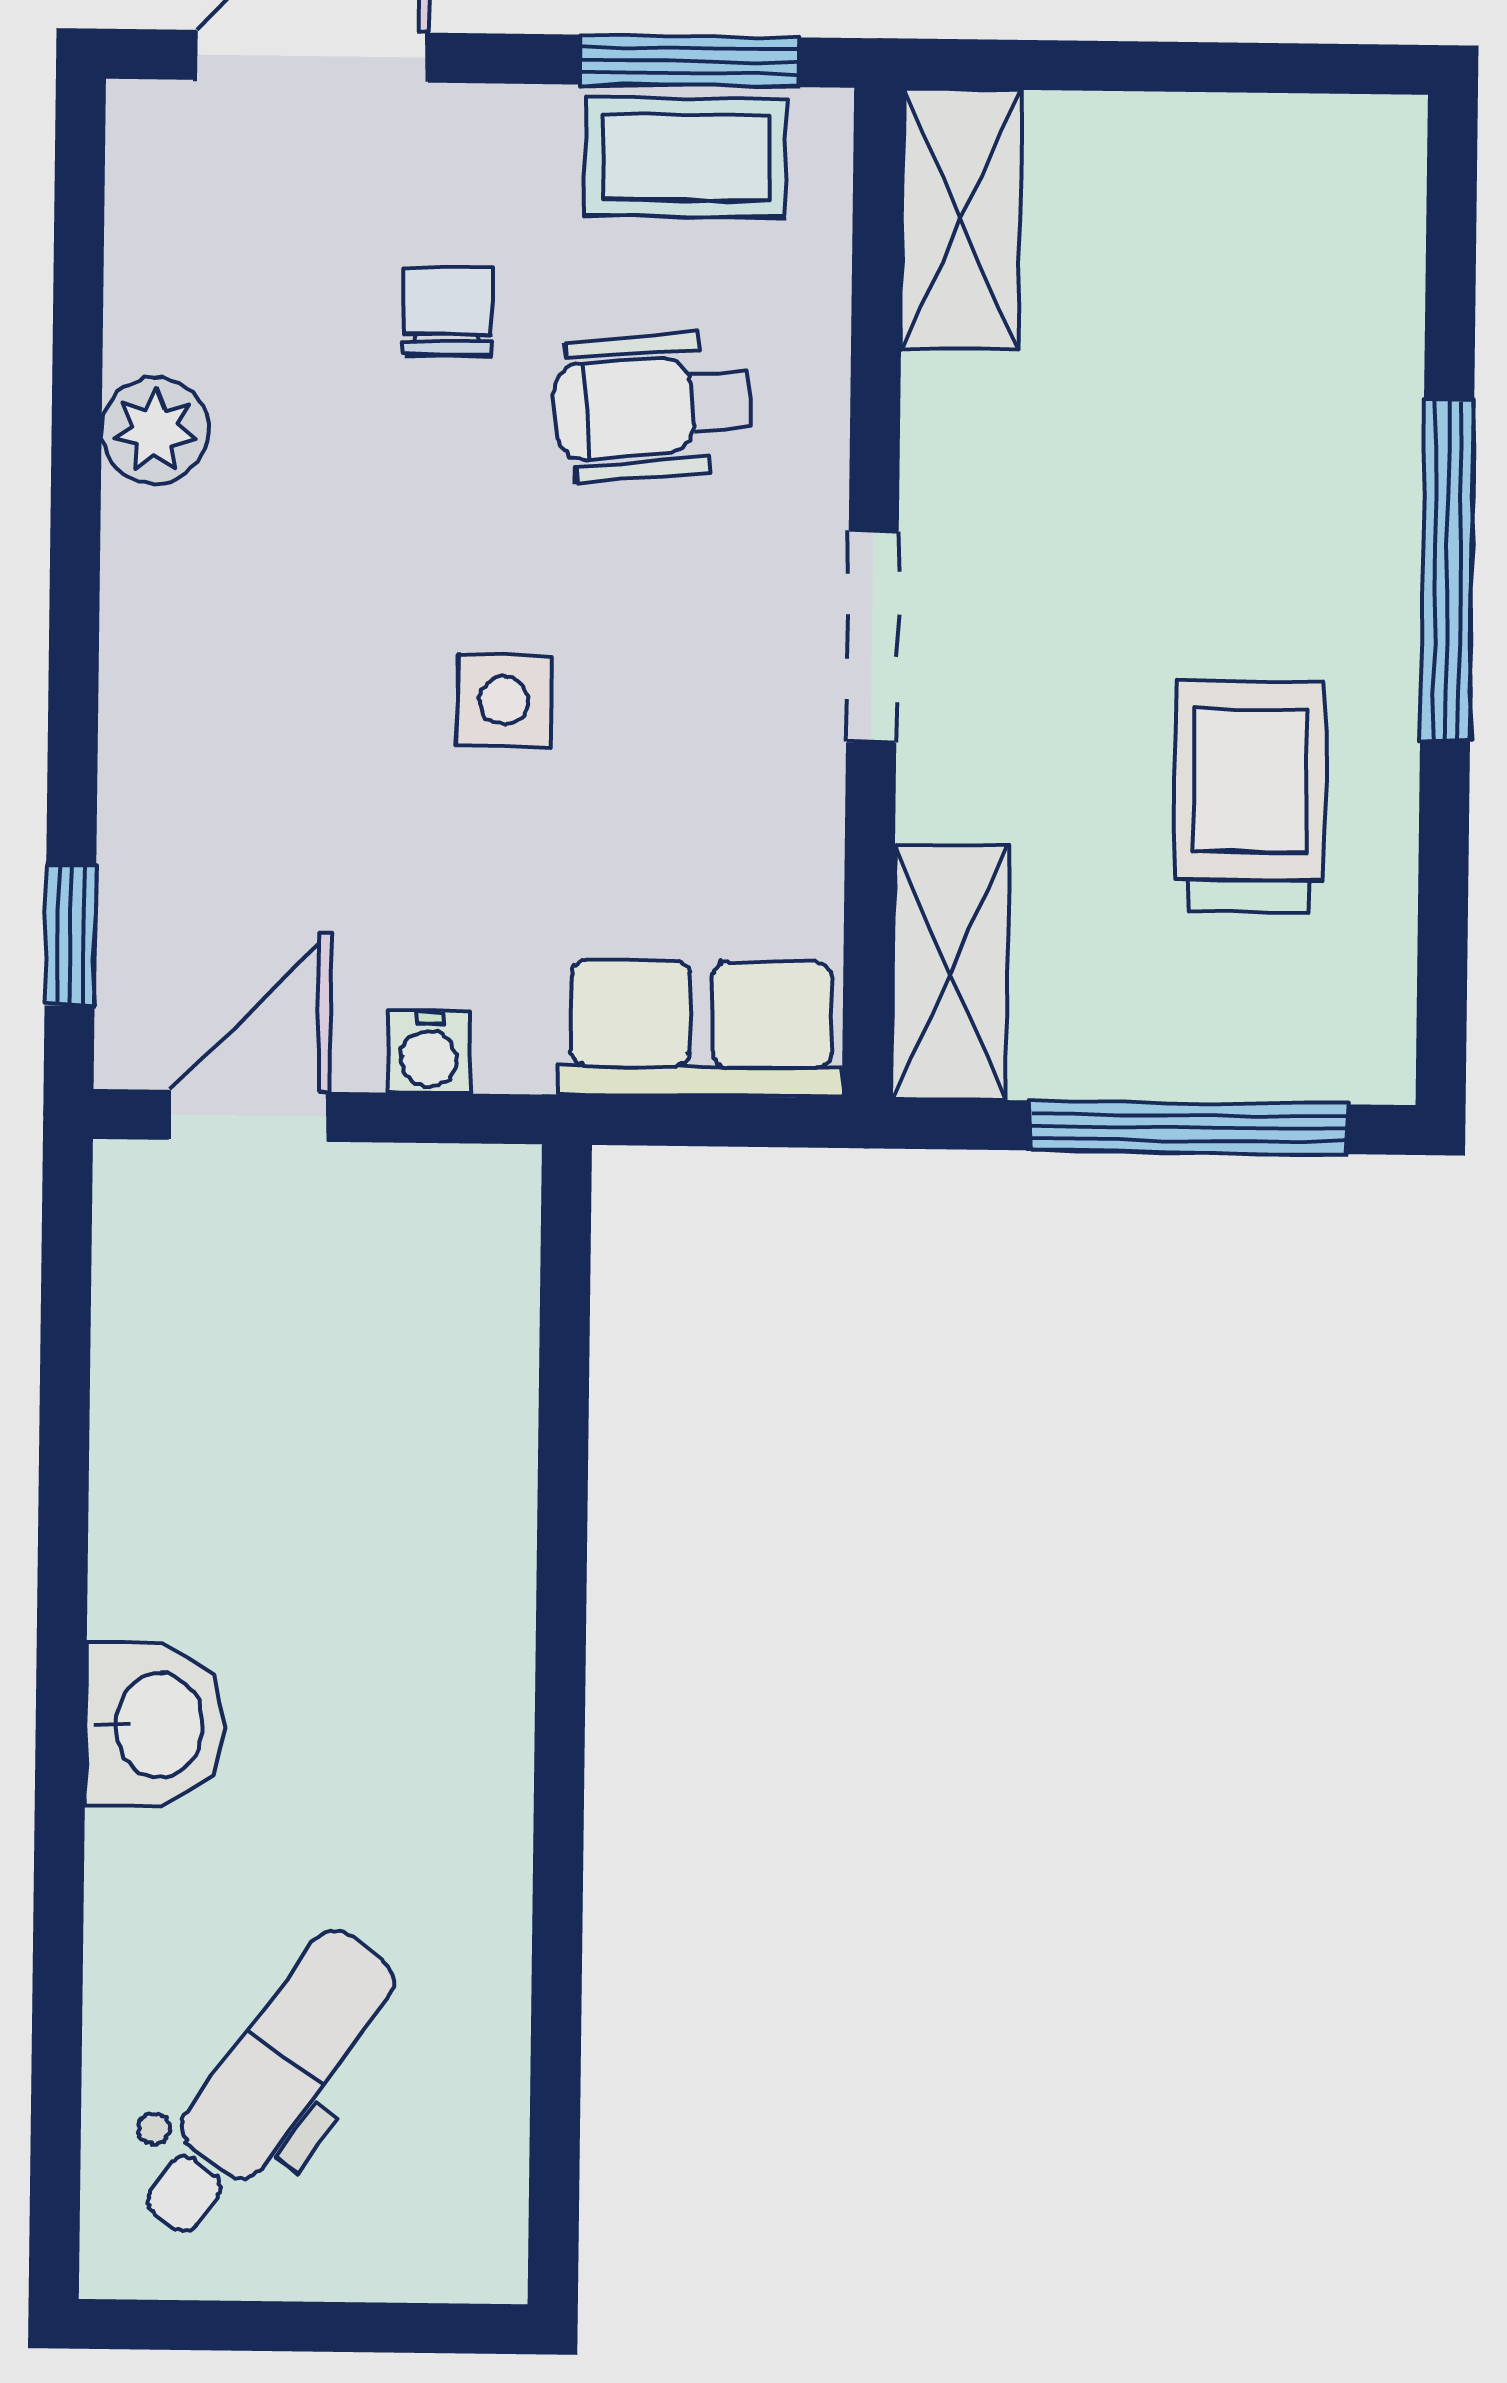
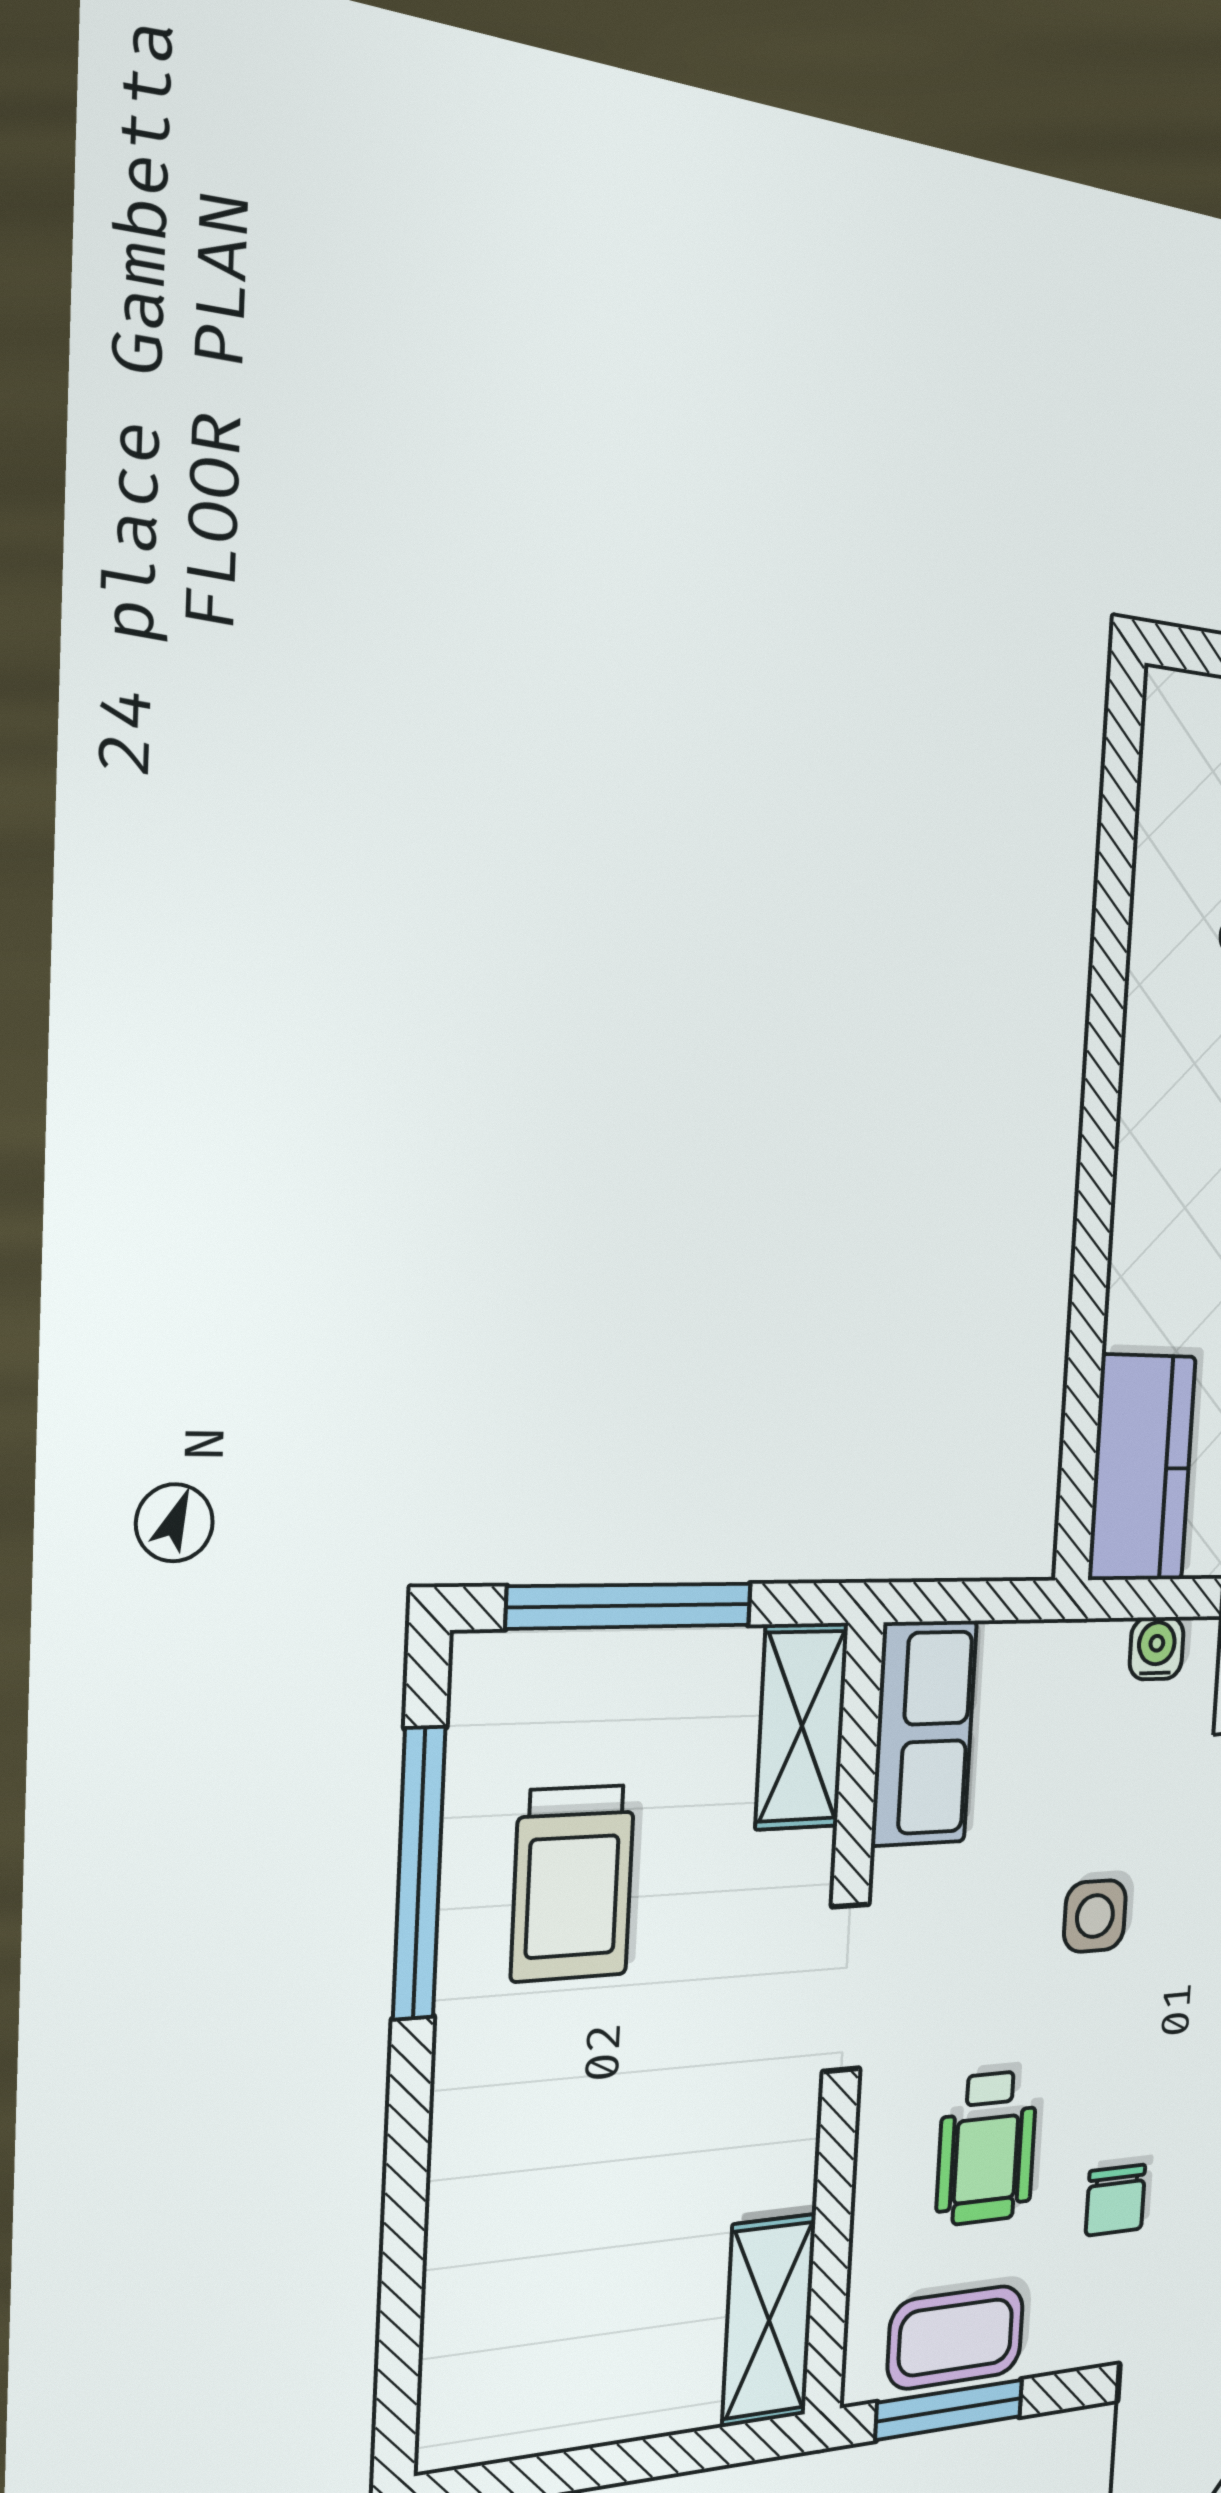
wheelchair: (653, 406) -> (987, 2148), turned 95
window: (1447, 570) -> (419, 1873), moved
row of seats: (701, 1029) -> (924, 1733), moved, turned -90
kitchen counter: (467, 1290) -> (1142, 1468), added

